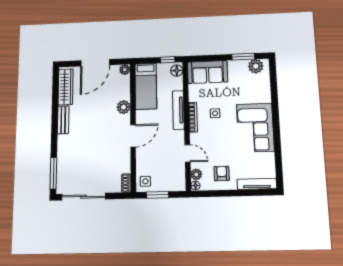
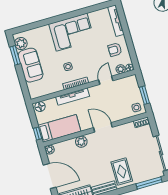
window: (168, 60) -> (38, 134), moved
sofa: (207, 72) -> (31, 65), moved
rug: (76, 145) -> (122, 172), added

